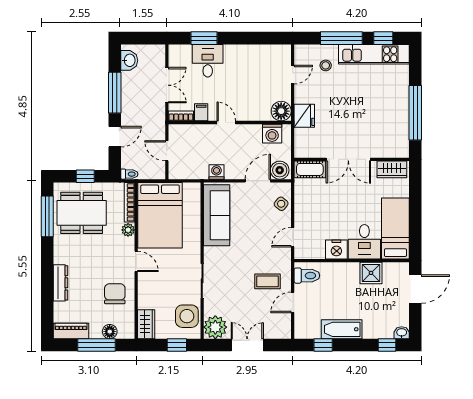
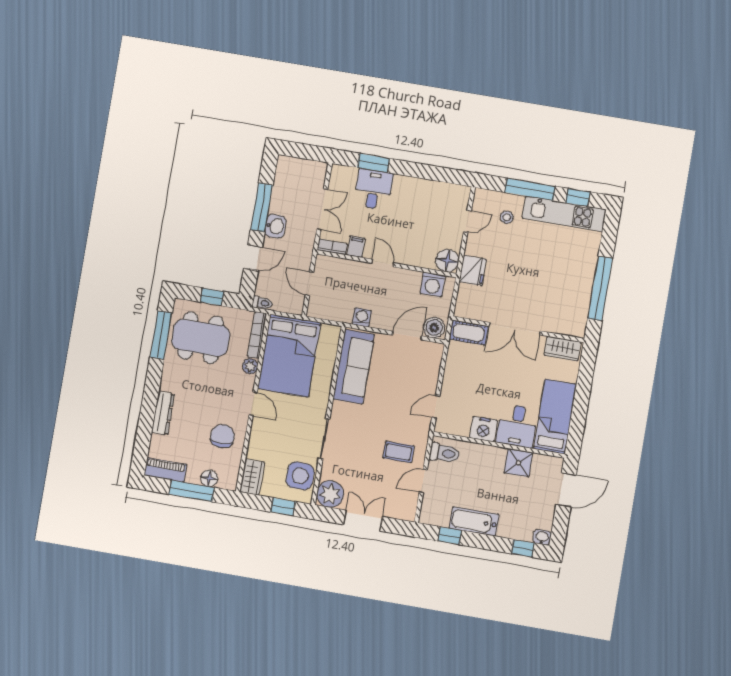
washbasin: (129, 60) -> (275, 226), moved
side table: (281, 204) -> (429, 366), removed

